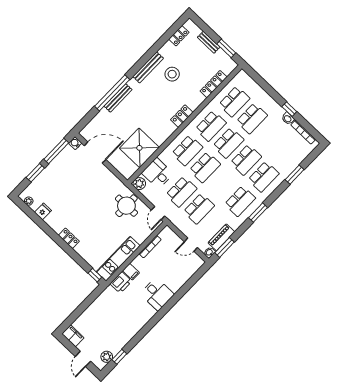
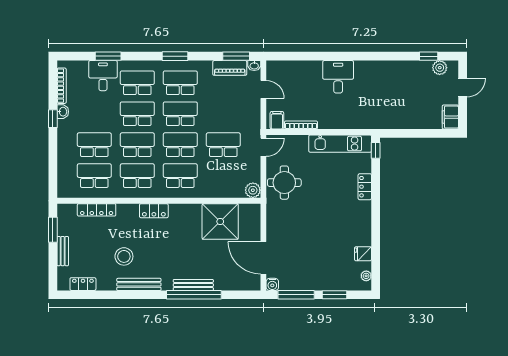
desk: (157, 173) -> (103, 76), moved, turned 180
school desk: (199, 209) -> (180, 114), moved
locker: (69, 238) -> (365, 187), moved
filing cabinet: (131, 272) -> (277, 120), moved
printer: (121, 282) -> (359, 120), removed

